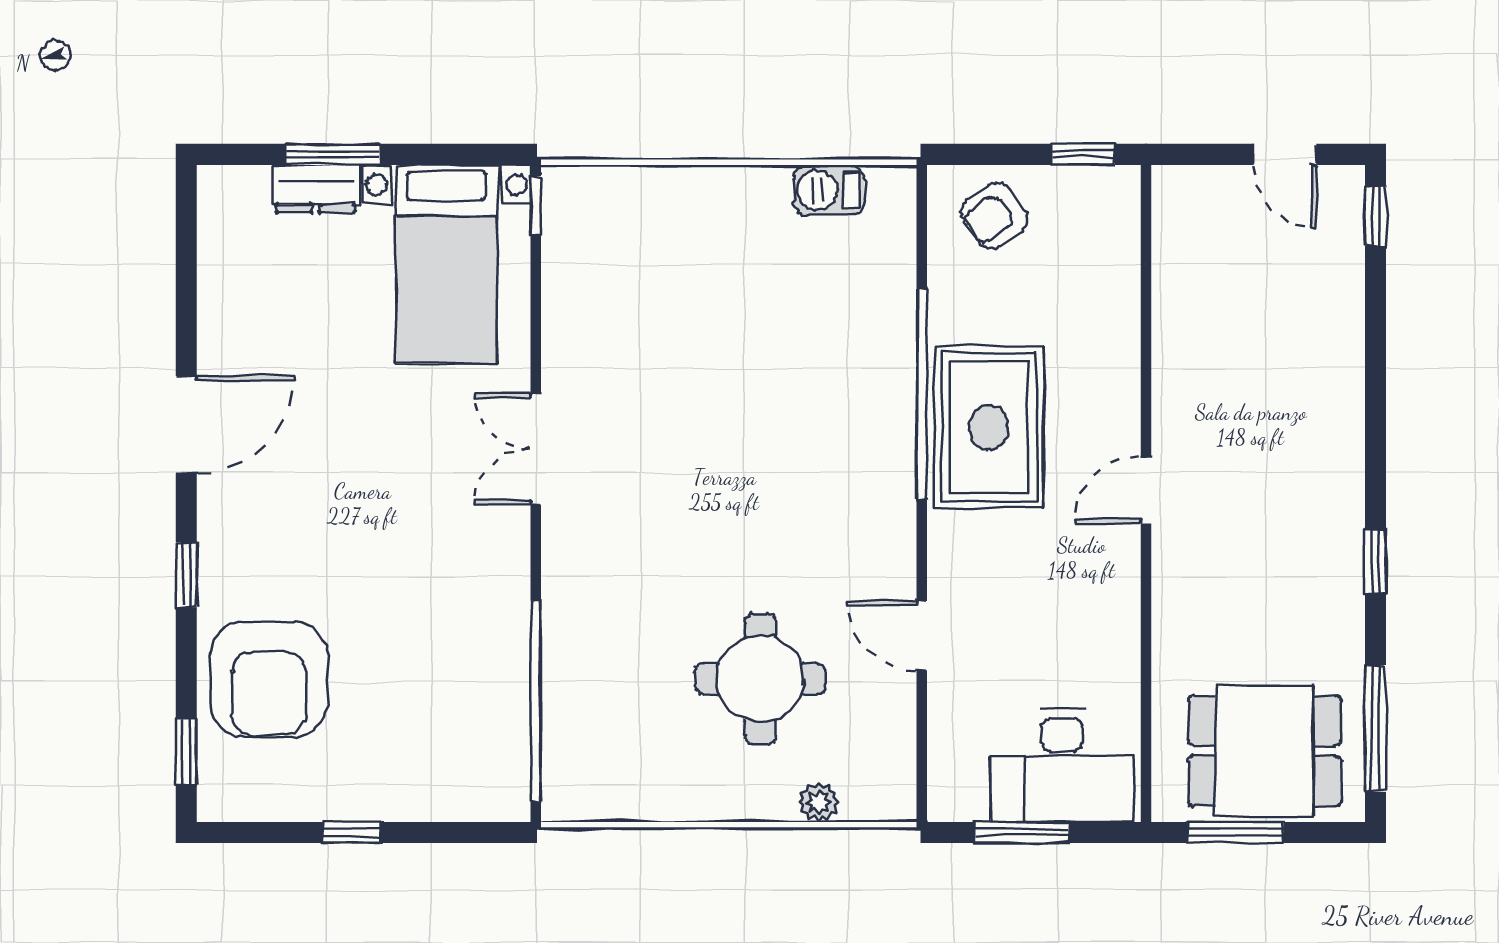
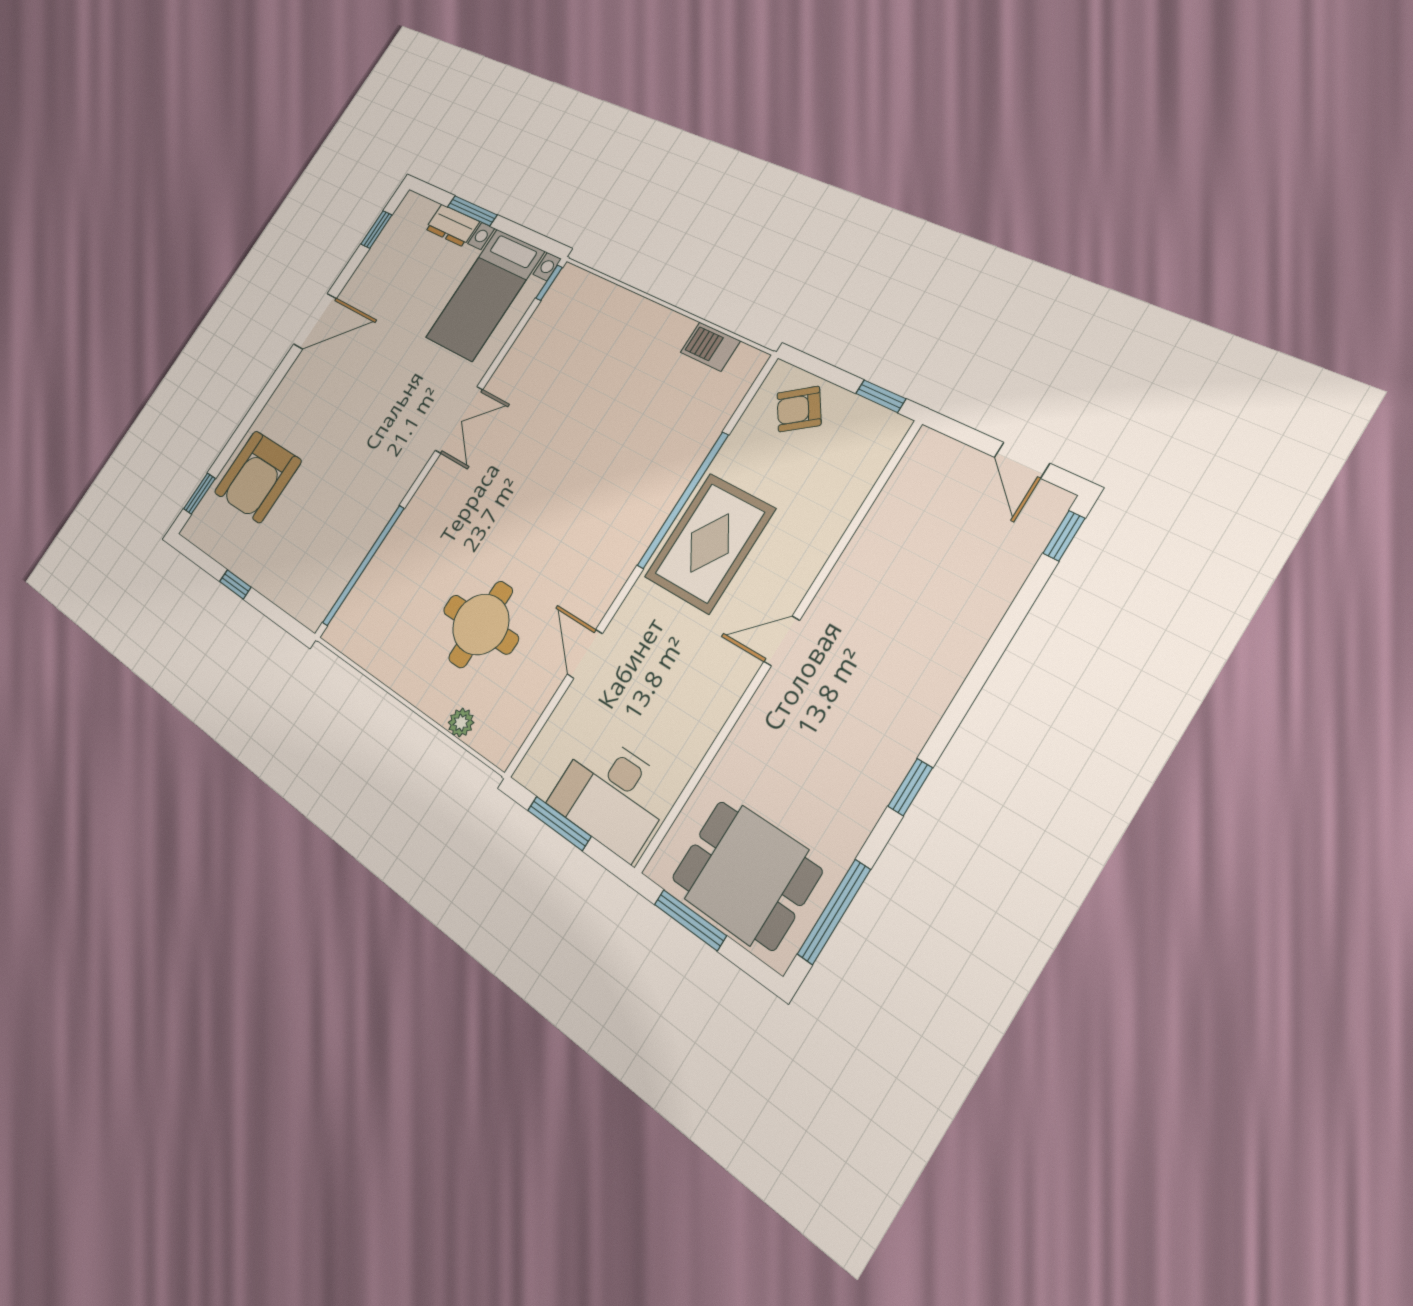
double door: (536, 449) -> (459, 420), swing flipped
window: (186, 575) -> (376, 230), moved

